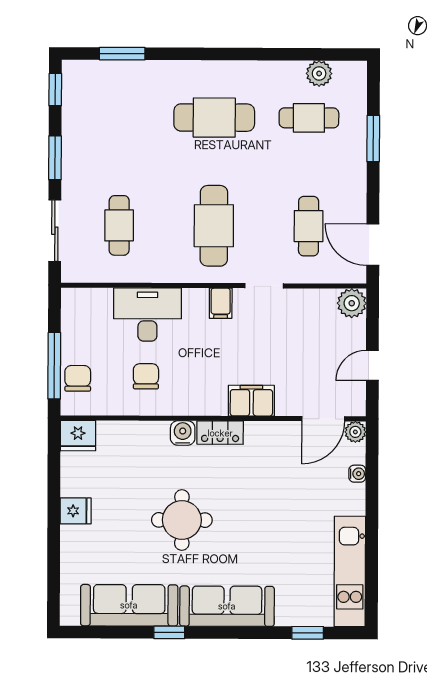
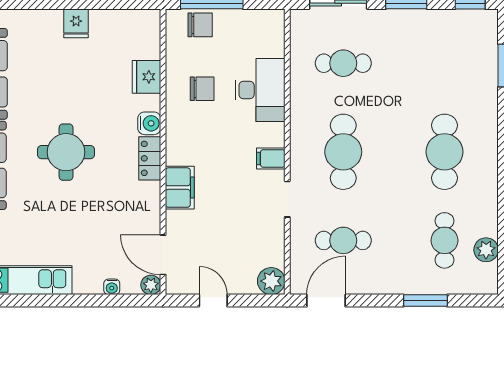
cafe table: (214, 226) -> (343, 152), turned 90
fridge: (78, 436) -> (146, 77), moved
round table: (182, 520) -> (66, 152), moved

